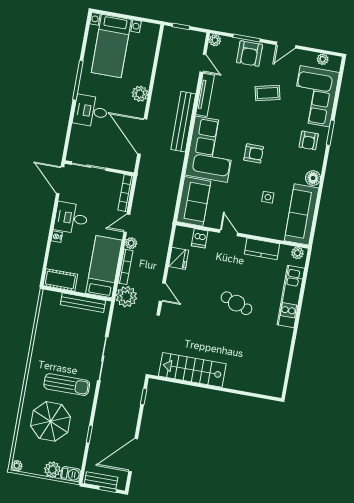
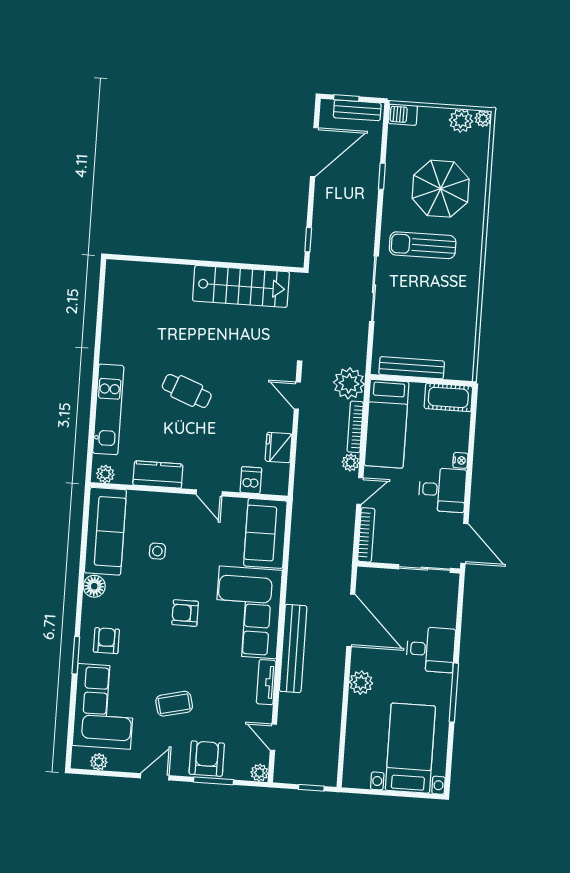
tv unit: (205, 95) -> (266, 682), width x0.71
plant: (52, 470) -> (461, 121), moved

